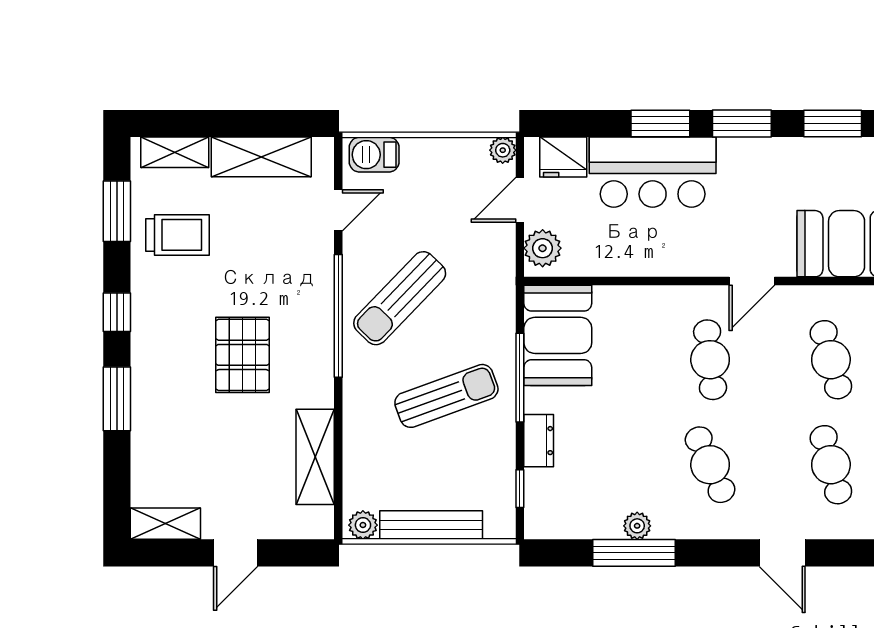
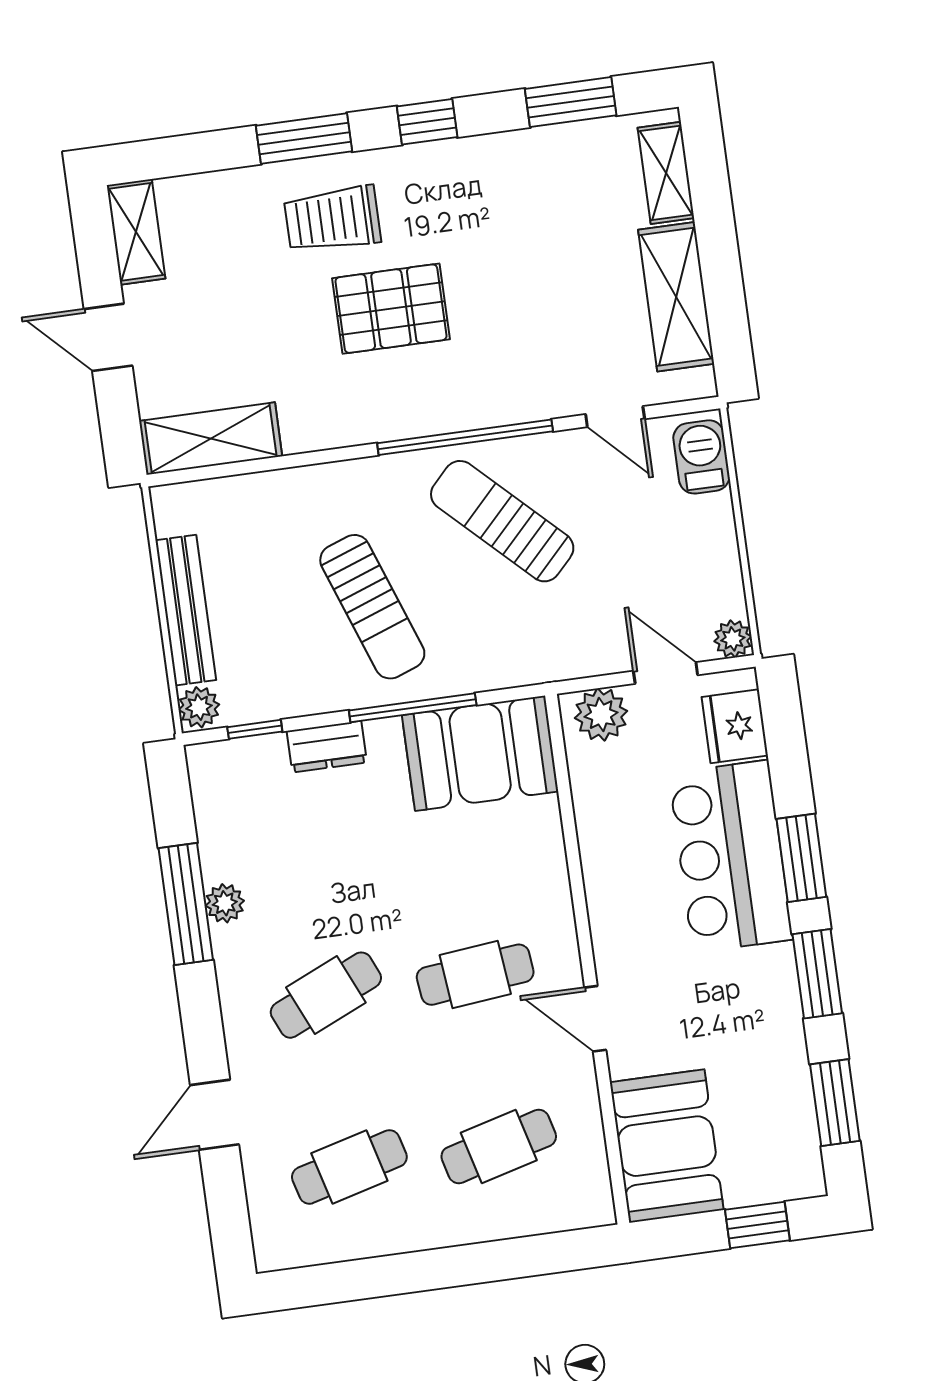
trolley: (177, 235) -> (332, 219), moved, turned 90
shelving: (315, 457) -> (211, 439), moved
plant: (363, 525) -> (199, 707), moved

